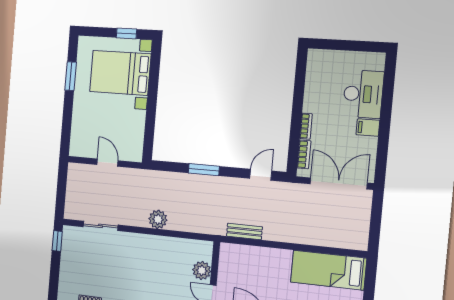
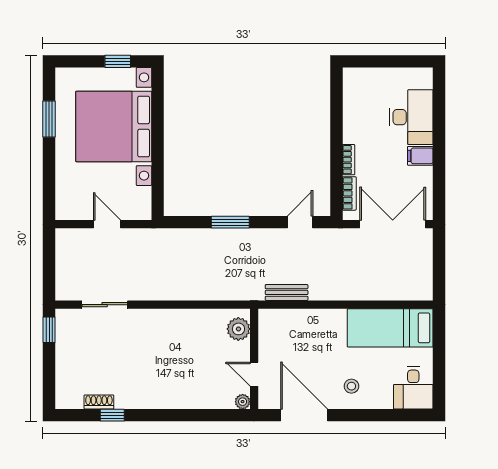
bed with nightstands: (120, 73) -> (114, 126), width x1.36
plant: (158, 219) -> (178, 289), removed
plant: (202, 271) -> (238, 329), moved

